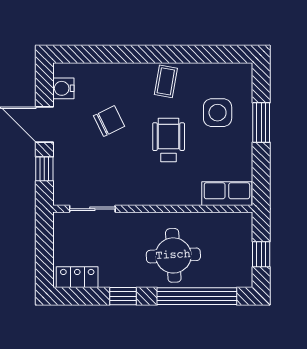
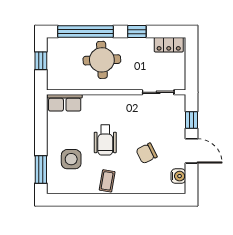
window: (261, 122) -> (41, 169), moved

